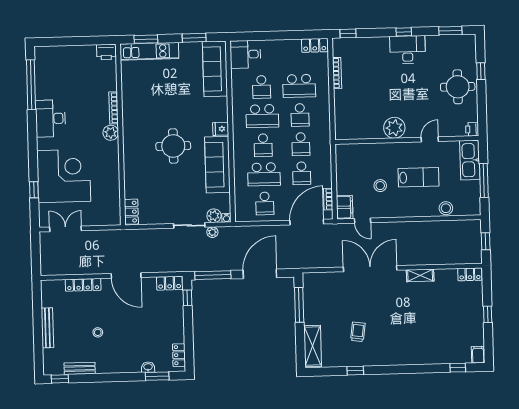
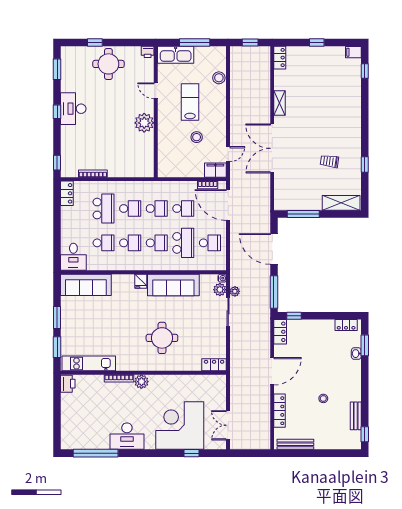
window: (194, 38) -> (57, 317), moved
kitchen unit: (149, 51) -> (89, 363), moved, turned -90
school desk: (262, 116) -> (130, 243), width x0.54
round table: (173, 146) -> (162, 338), moved
bench: (47, 328) -> (295, 444), moved

